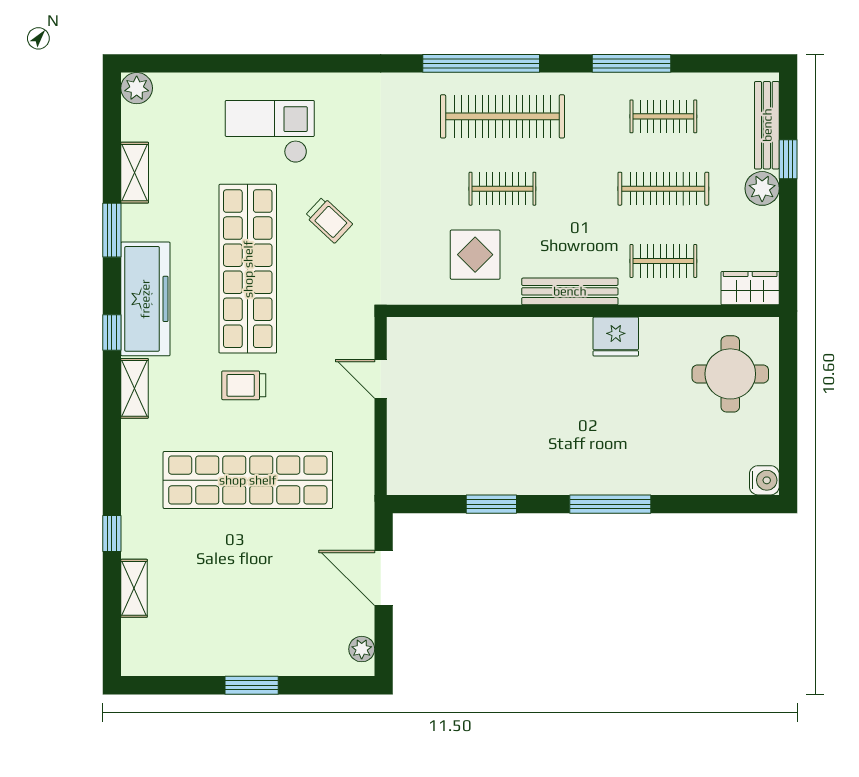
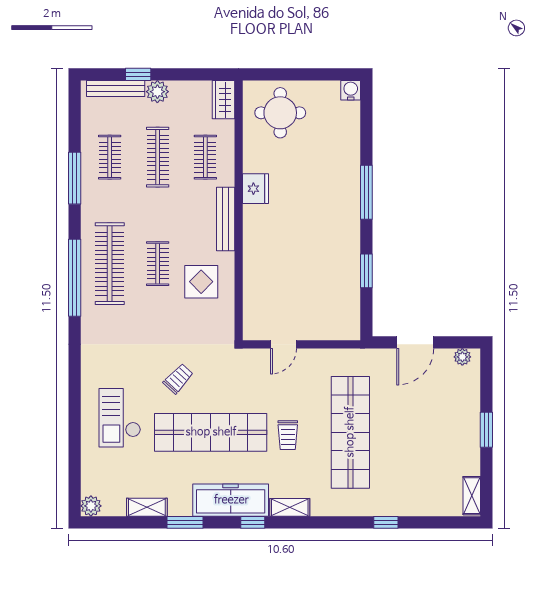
shelving: (134, 588) -> (472, 496), moved, turned 90

